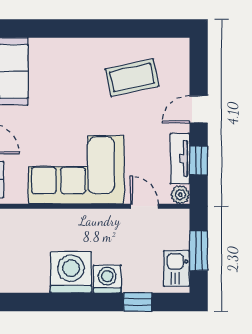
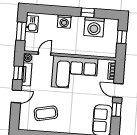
door: (144, 206) -> (45, 54), swing flipped
washing machine: (71, 272) -> (94, 27), moved
window: (138, 302) -> (88, 13), moved

